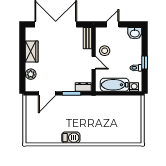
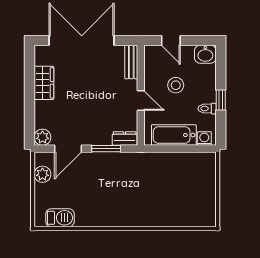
door: (113, 24) -> (171, 40), swing flipped
stool: (105, 51) -> (176, 85), moved
plant: (31, 74) -> (42, 137), moved
plant: (31, 110) -> (42, 174), added
barbecue: (71, 138) -> (60, 218), moved

